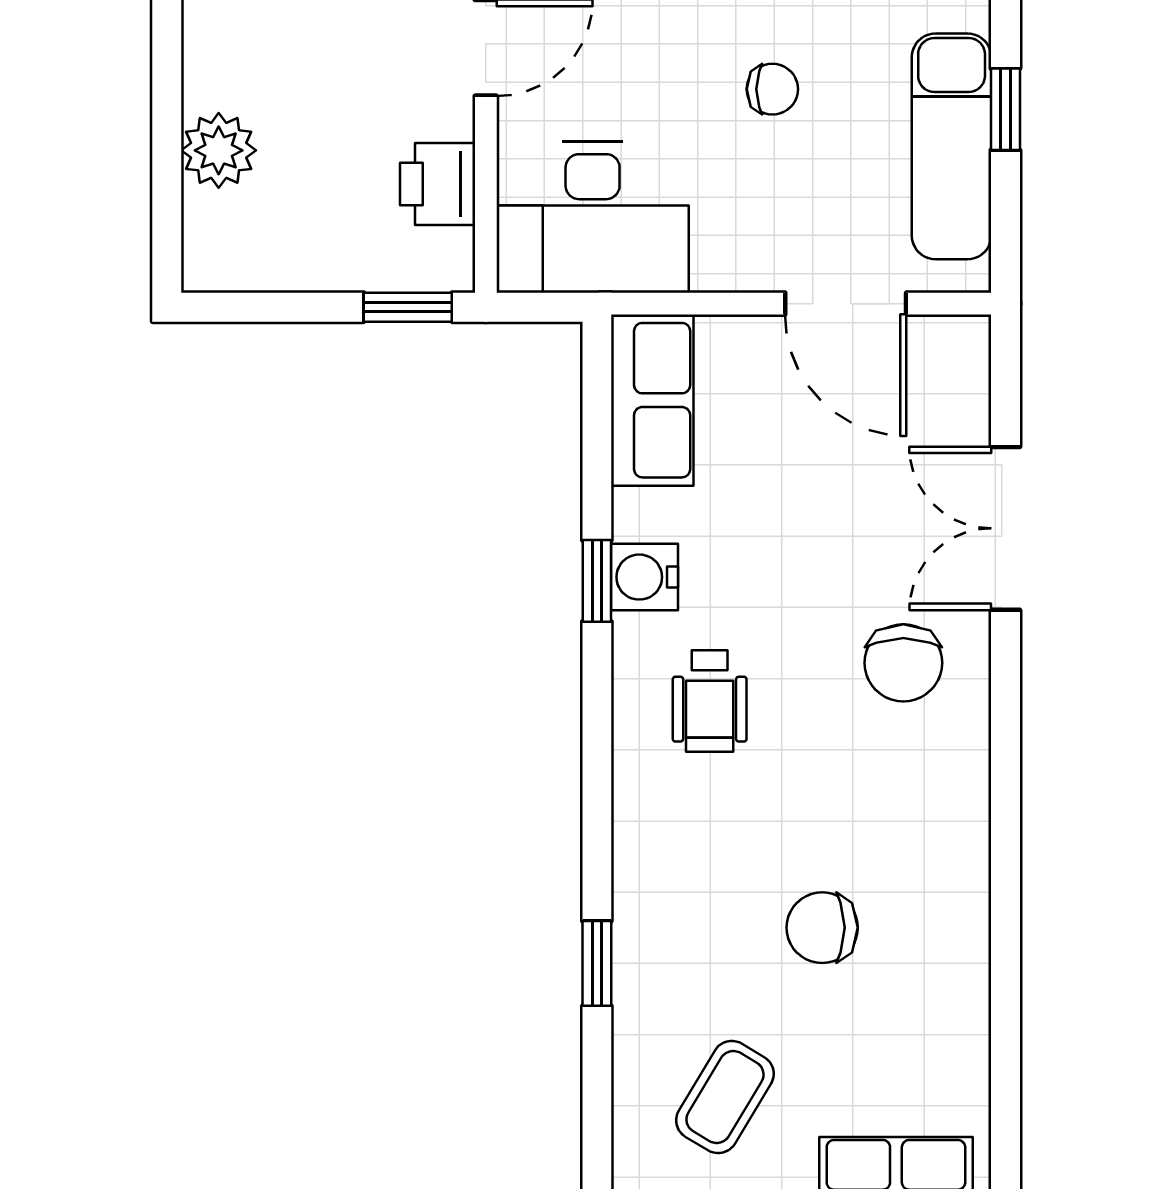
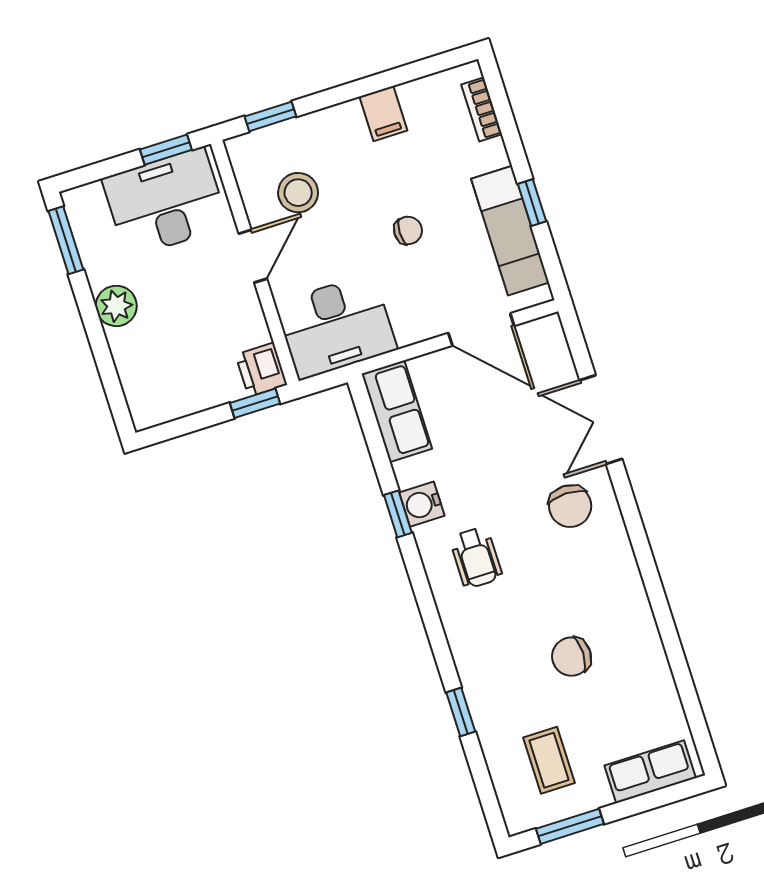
plant: (219, 150) -> (116, 306), moved
printer: (438, 184) -> (261, 370), moved
coffee table: (725, 1097) -> (549, 760), turned -31

